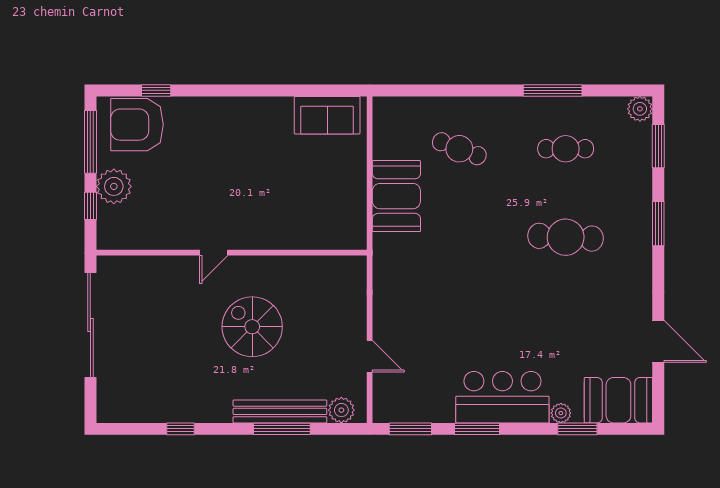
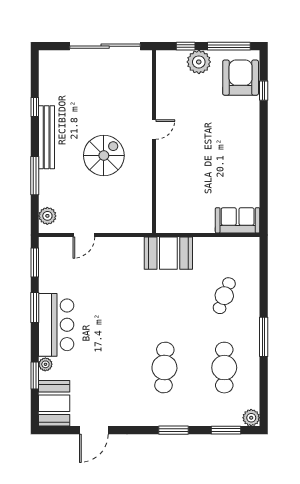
window: (553, 90) -> (264, 337), moved
sofa: (327, 115) -> (238, 220), moved, turned 90
cafe table: (566, 149) -> (224, 368), width x1.37, depth x1.35
booth: (396, 196) -> (168, 253), moved
door: (214, 253) -> (154, 130), swing flipped
bench: (280, 411) -> (47, 137), moved

